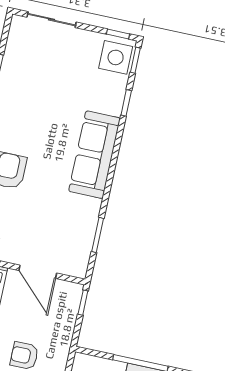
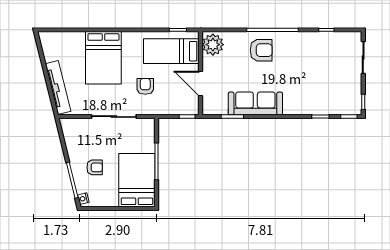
side table: (116, 57) -> (348, 104), removed
sofa: (94, 155) -> (255, 103), moved
door: (38, 272) -> (201, 83), hinge flipped

